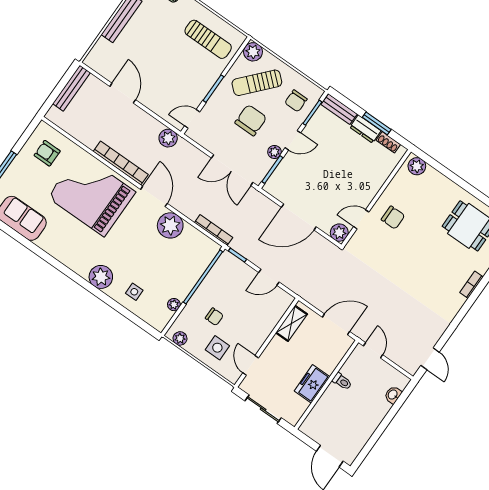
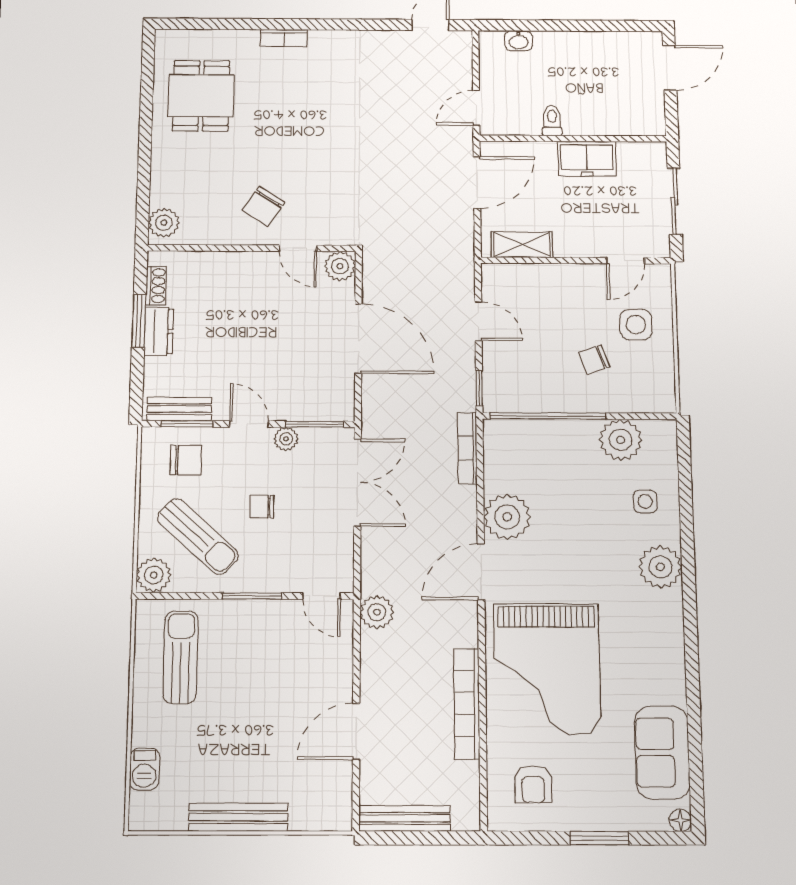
bench: (339, 109) -> (179, 409), moved, turned 90
chair: (251, 120) -> (262, 507), width x0.54, depth x0.54
bookcase: (121, 163) -> (467, 703), moved
chair: (393, 218) -> (264, 206), turned -147
plant: (174, 305) -> (621, 440), width x1.88, depth x1.88
chair: (214, 317) -> (594, 360), turned -110
door: (336, 324) -> (477, 182), swing flipped
plant: (180, 338) -> (663, 387), removed

